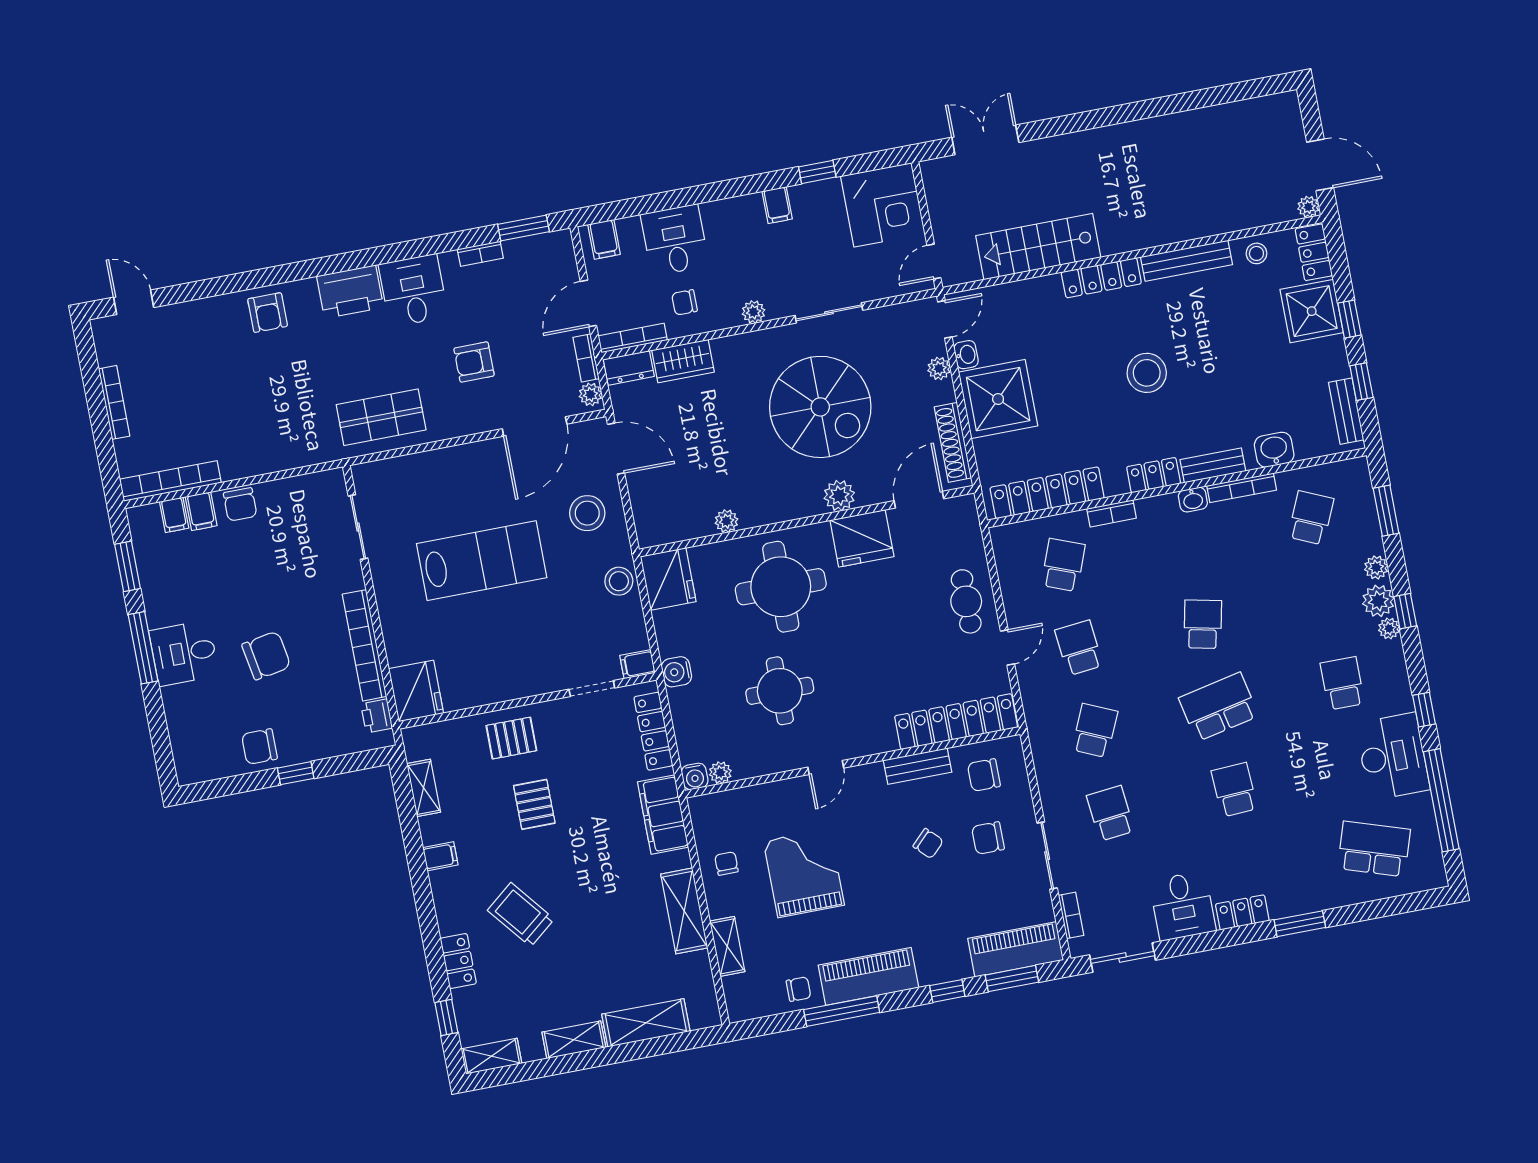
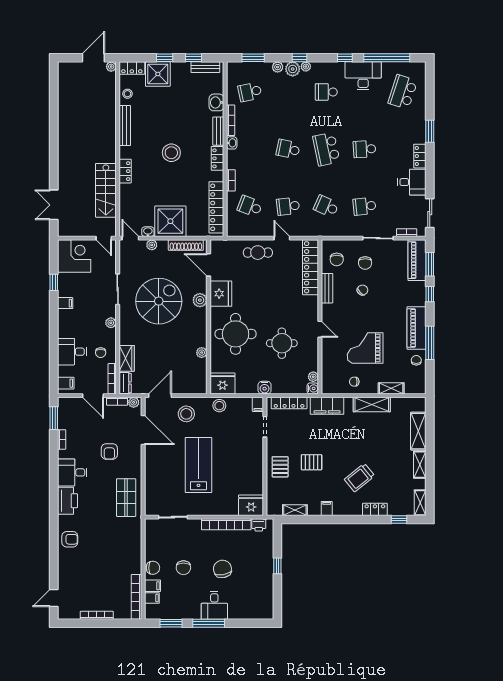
locker: (1101, 278) -> (125, 171), width x0.66
school desk: (1311, 518) -> (250, 92), turned -36
chair: (259, 747) -> (183, 568), moved

